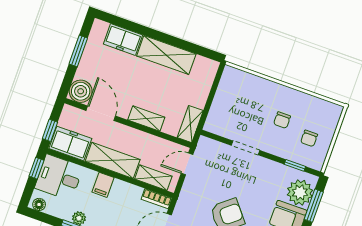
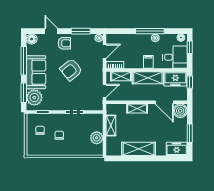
freezer: (123, 39) -> (177, 149), moved
plant: (225, 95) -> (97, 138), added
shelving: (190, 124) -> (111, 126), moved
window: (36, 168) -> (190, 47), moved

